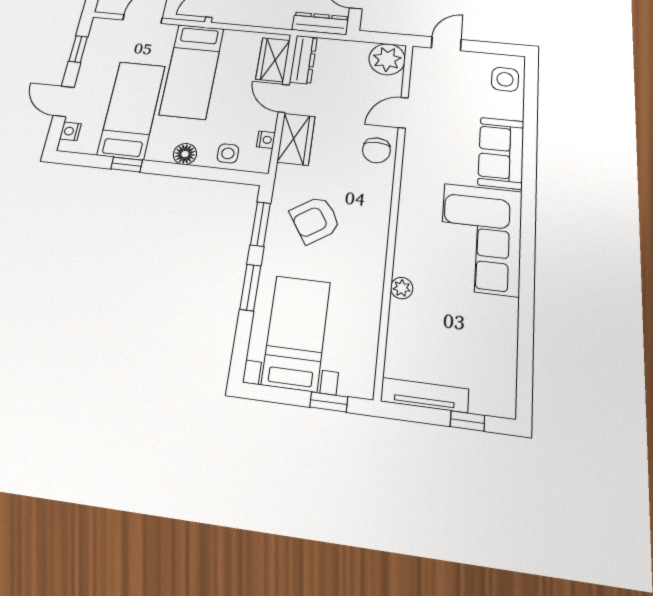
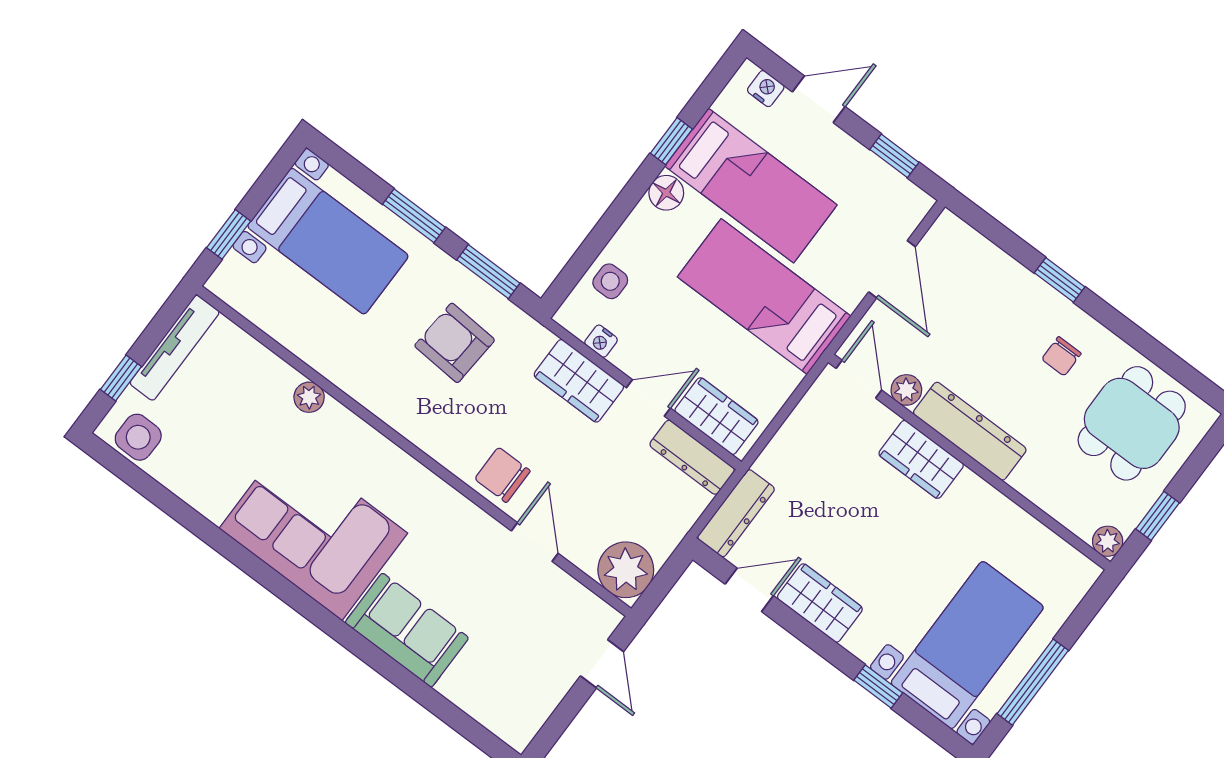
side table: (505, 79) -> (138, 437), moved
floor lamp: (185, 154) -> (666, 193), moved
armchair: (315, 220) -> (455, 343), turned -53

